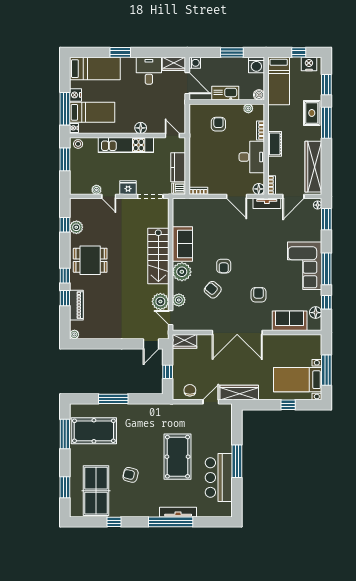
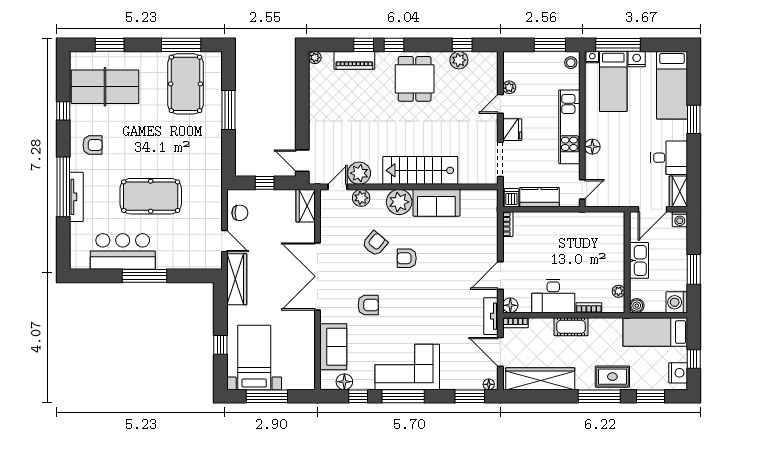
armchair: (218, 124) -> (597, 251), removed
armchair: (131, 475) -> (92, 145), moved, turned 76

